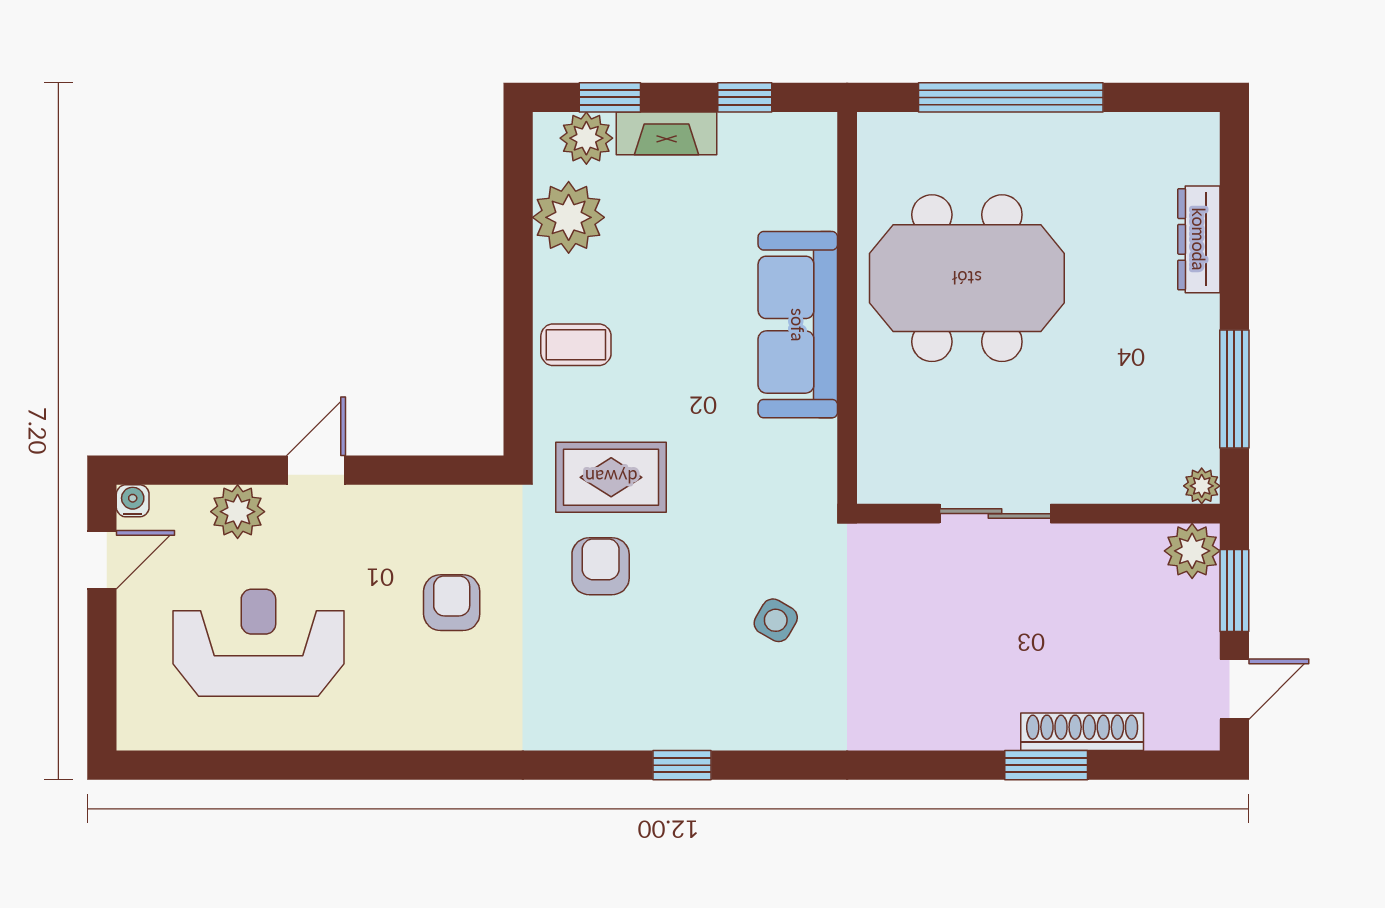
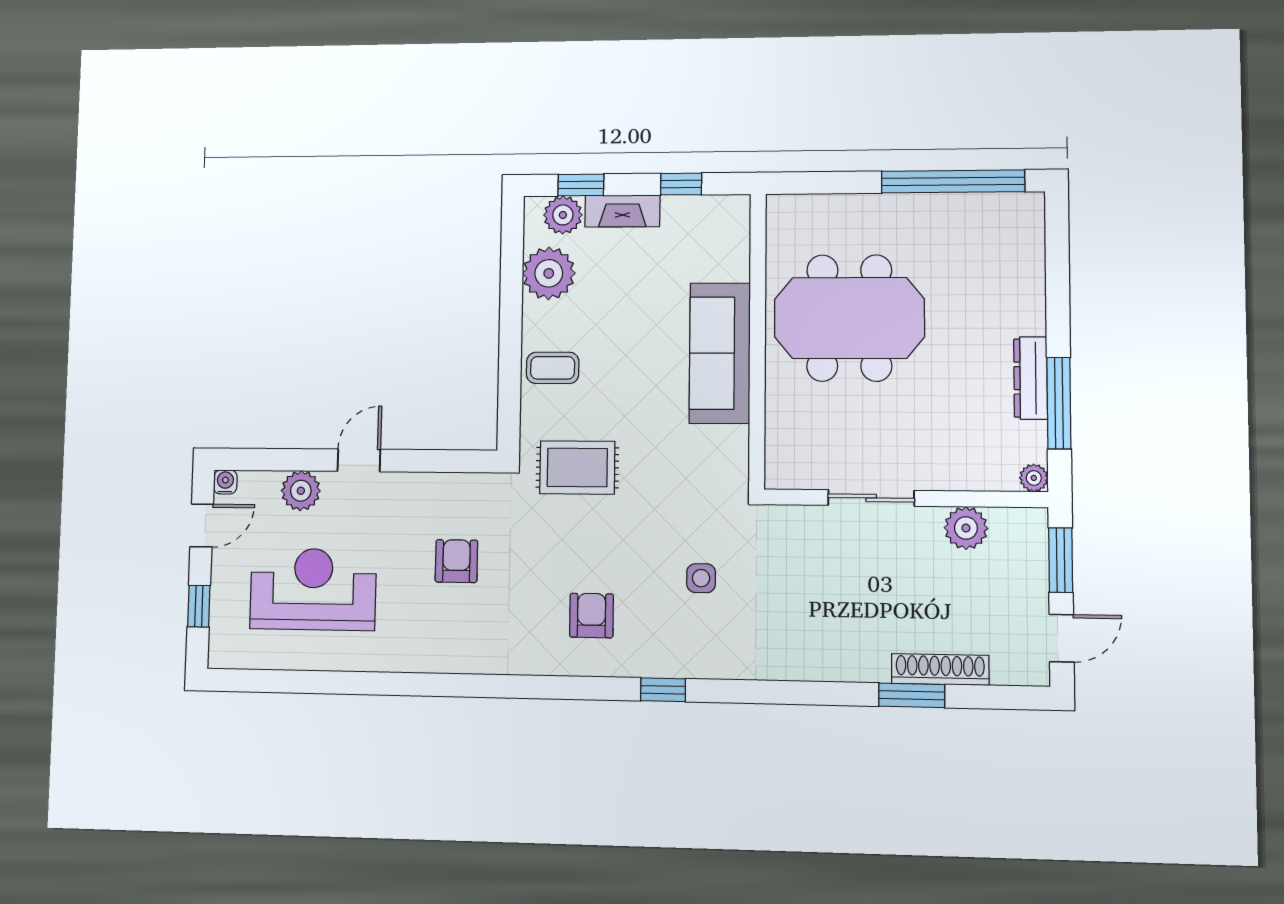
window: (1011, 97) -> (953, 181), moved
dresser: (1199, 239) -> (1031, 378), moved
plant: (1192, 551) -> (966, 528), moved
armchair: (601, 566) -> (591, 615), moved
side table: (776, 620) -> (701, 578), turned -30
window: (102, 668) -> (199, 606), added
window: (682, 765) -> (663, 690), moved

